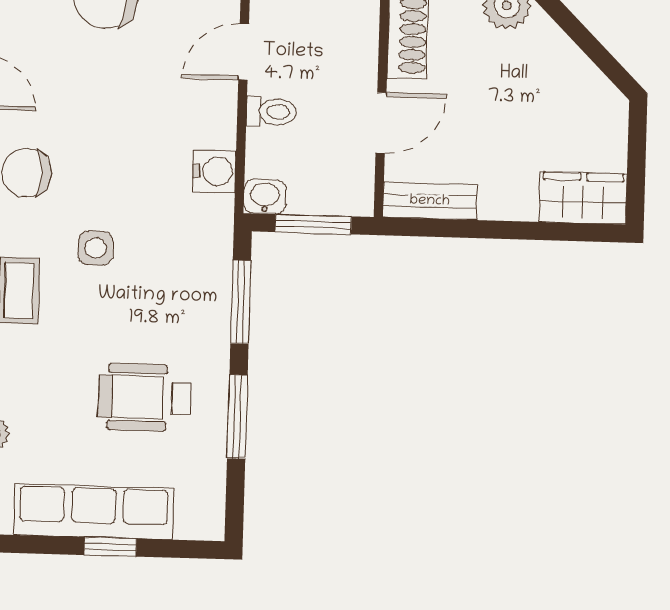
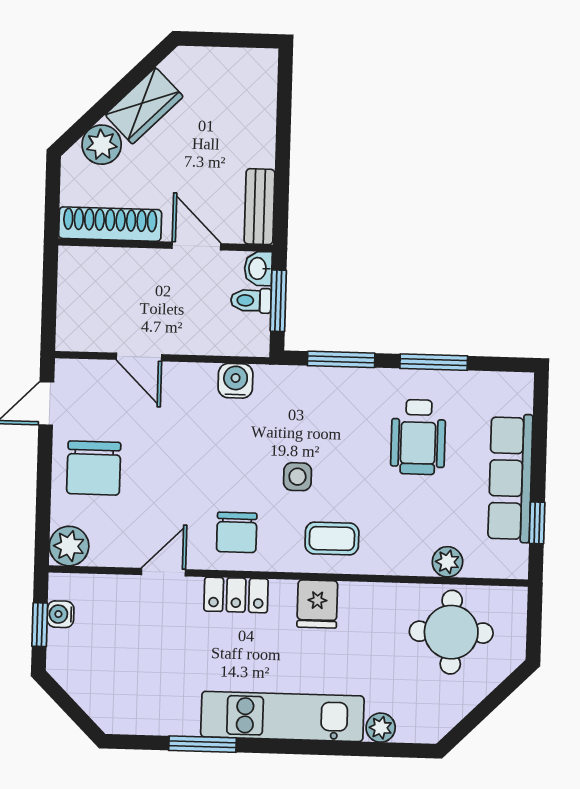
toilet: (271, 112) -> (251, 301), moved, turned -90
washbasin: (265, 197) -> (258, 269), moved
wardrobe: (583, 198) -> (144, 106), moved, turned -135
window: (110, 547) -> (537, 523), moved

